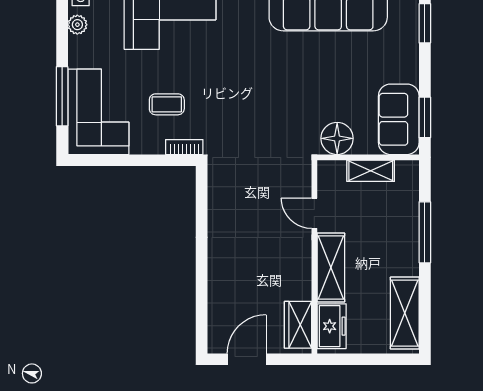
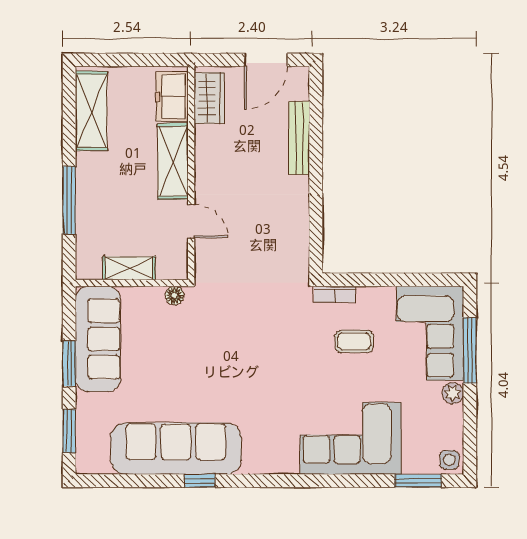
plant: (77, 25) -> (453, 393), moved
window: (425, 117) -> (69, 363), moved
sofa: (399, 119) -> (98, 339), width x1.36
floor lamp: (337, 138) -> (174, 295), width x0.53, depth x0.53
bench: (217, 289) -> (299, 138), added

